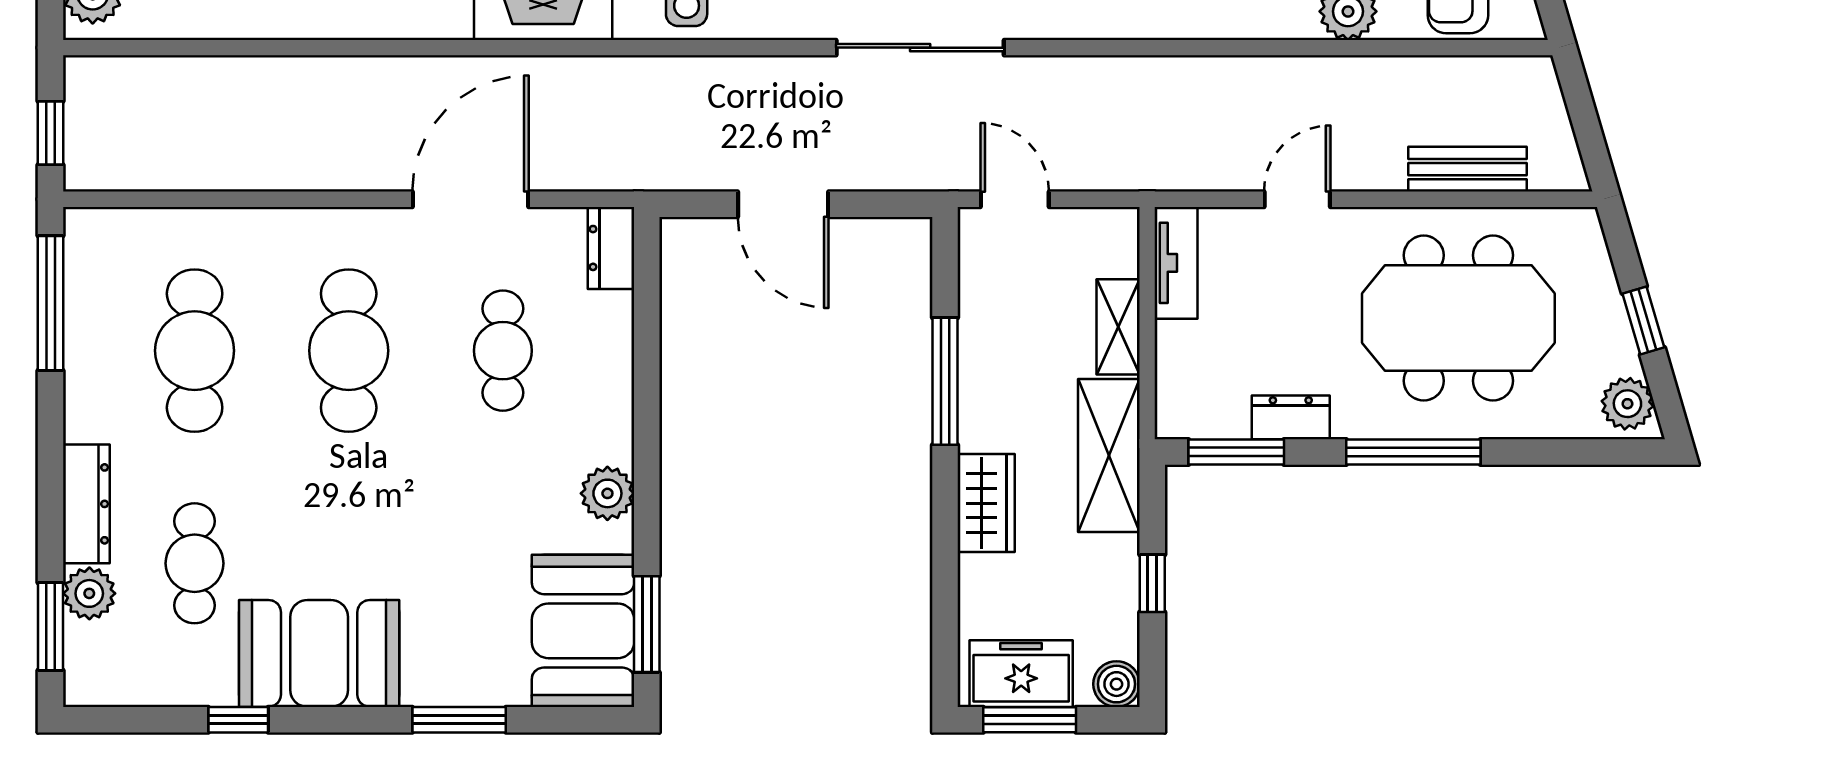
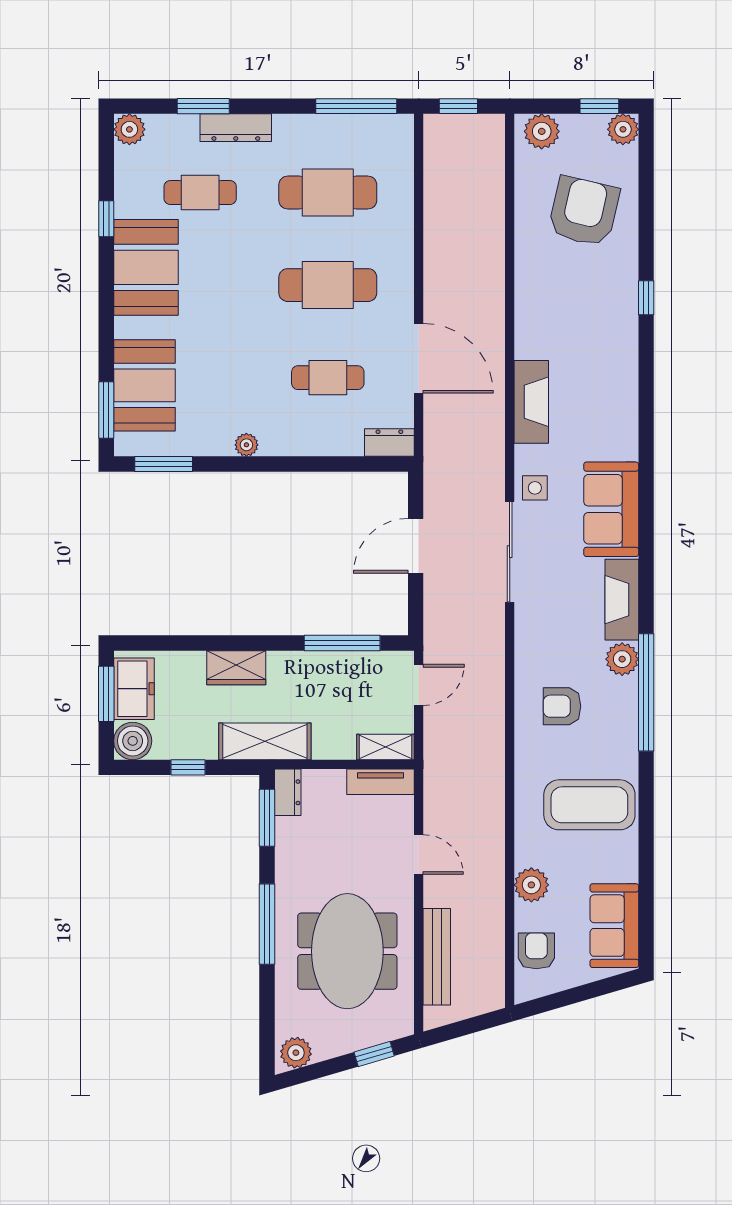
sliding door: (920, 48) -> (510, 552), moved
bench: (1468, 169) -> (437, 957), width x1.36
window: (1643, 320) -> (374, 1054), moved
shelving: (1118, 327) -> (385, 747), moved
window: (945, 381) -> (342, 643), moved
dresser: (1291, 417) -> (288, 792), moved
plant: (607, 493) -> (246, 445), width x0.73, depth x0.73
plant: (89, 593) -> (129, 129), moved
window: (51, 627) -> (203, 106), moved
booth: (583, 631) -> (145, 385), moved, turned 90
boiler: (1117, 684) -> (133, 741), width x1.36, depth x1.36
window: (459, 720) -> (106, 410), moved

